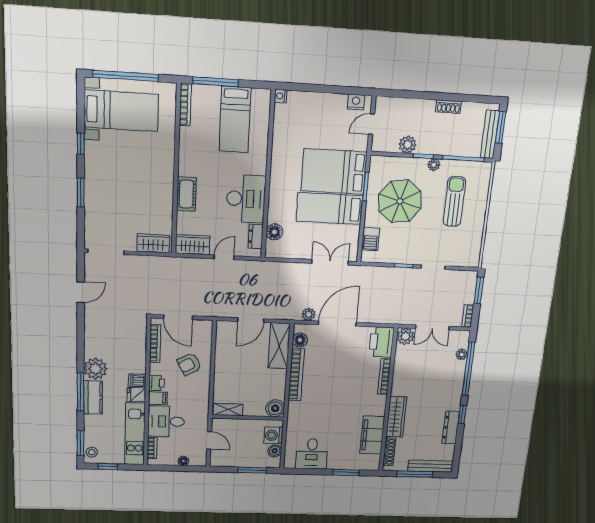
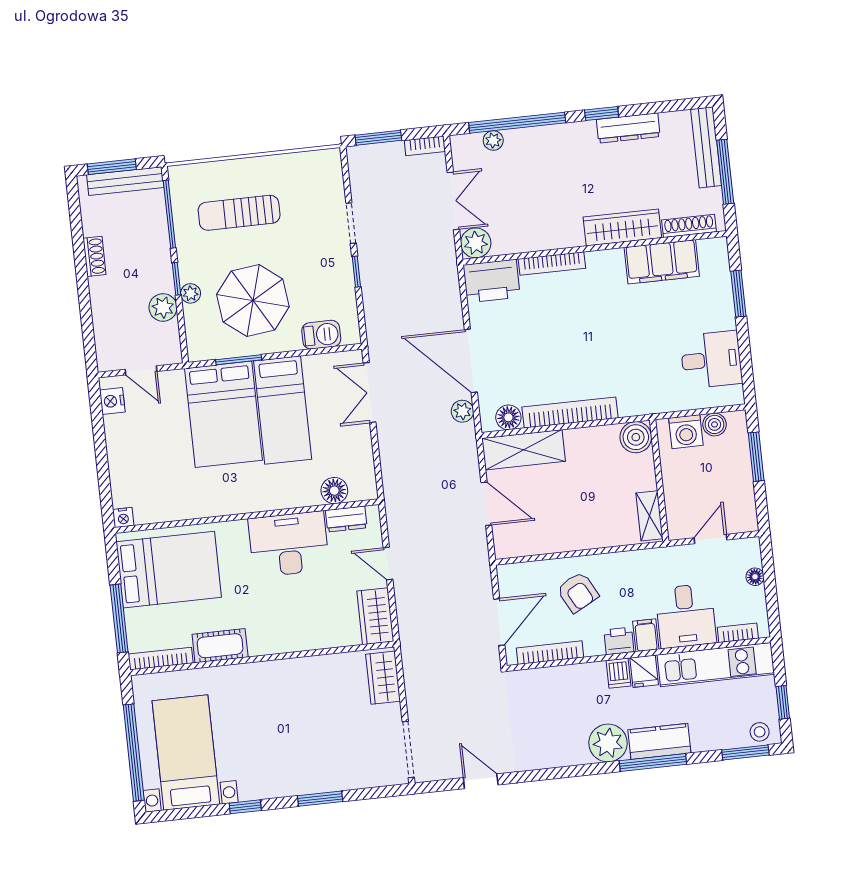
bed: (235, 120) -> (169, 570), width x1.50
plant: (434, 165) -> (191, 293), moved
cot: (186, 194) -> (220, 646), moved

